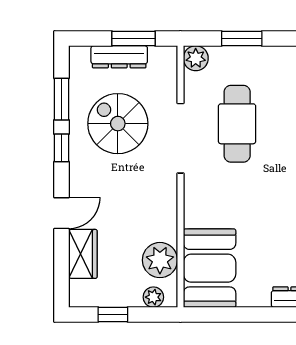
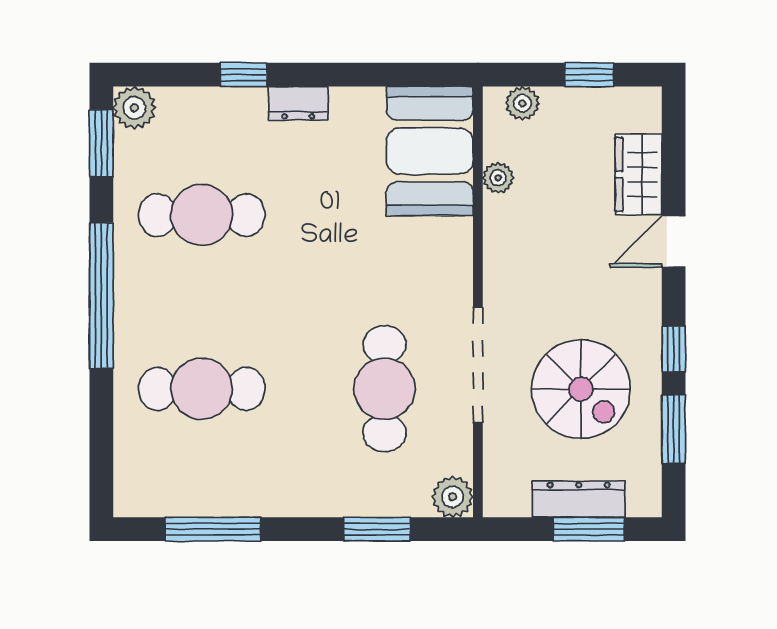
window: (134, 39) -> (589, 529), moved
plant: (160, 260) -> (498, 178), width x0.53, depth x0.53

